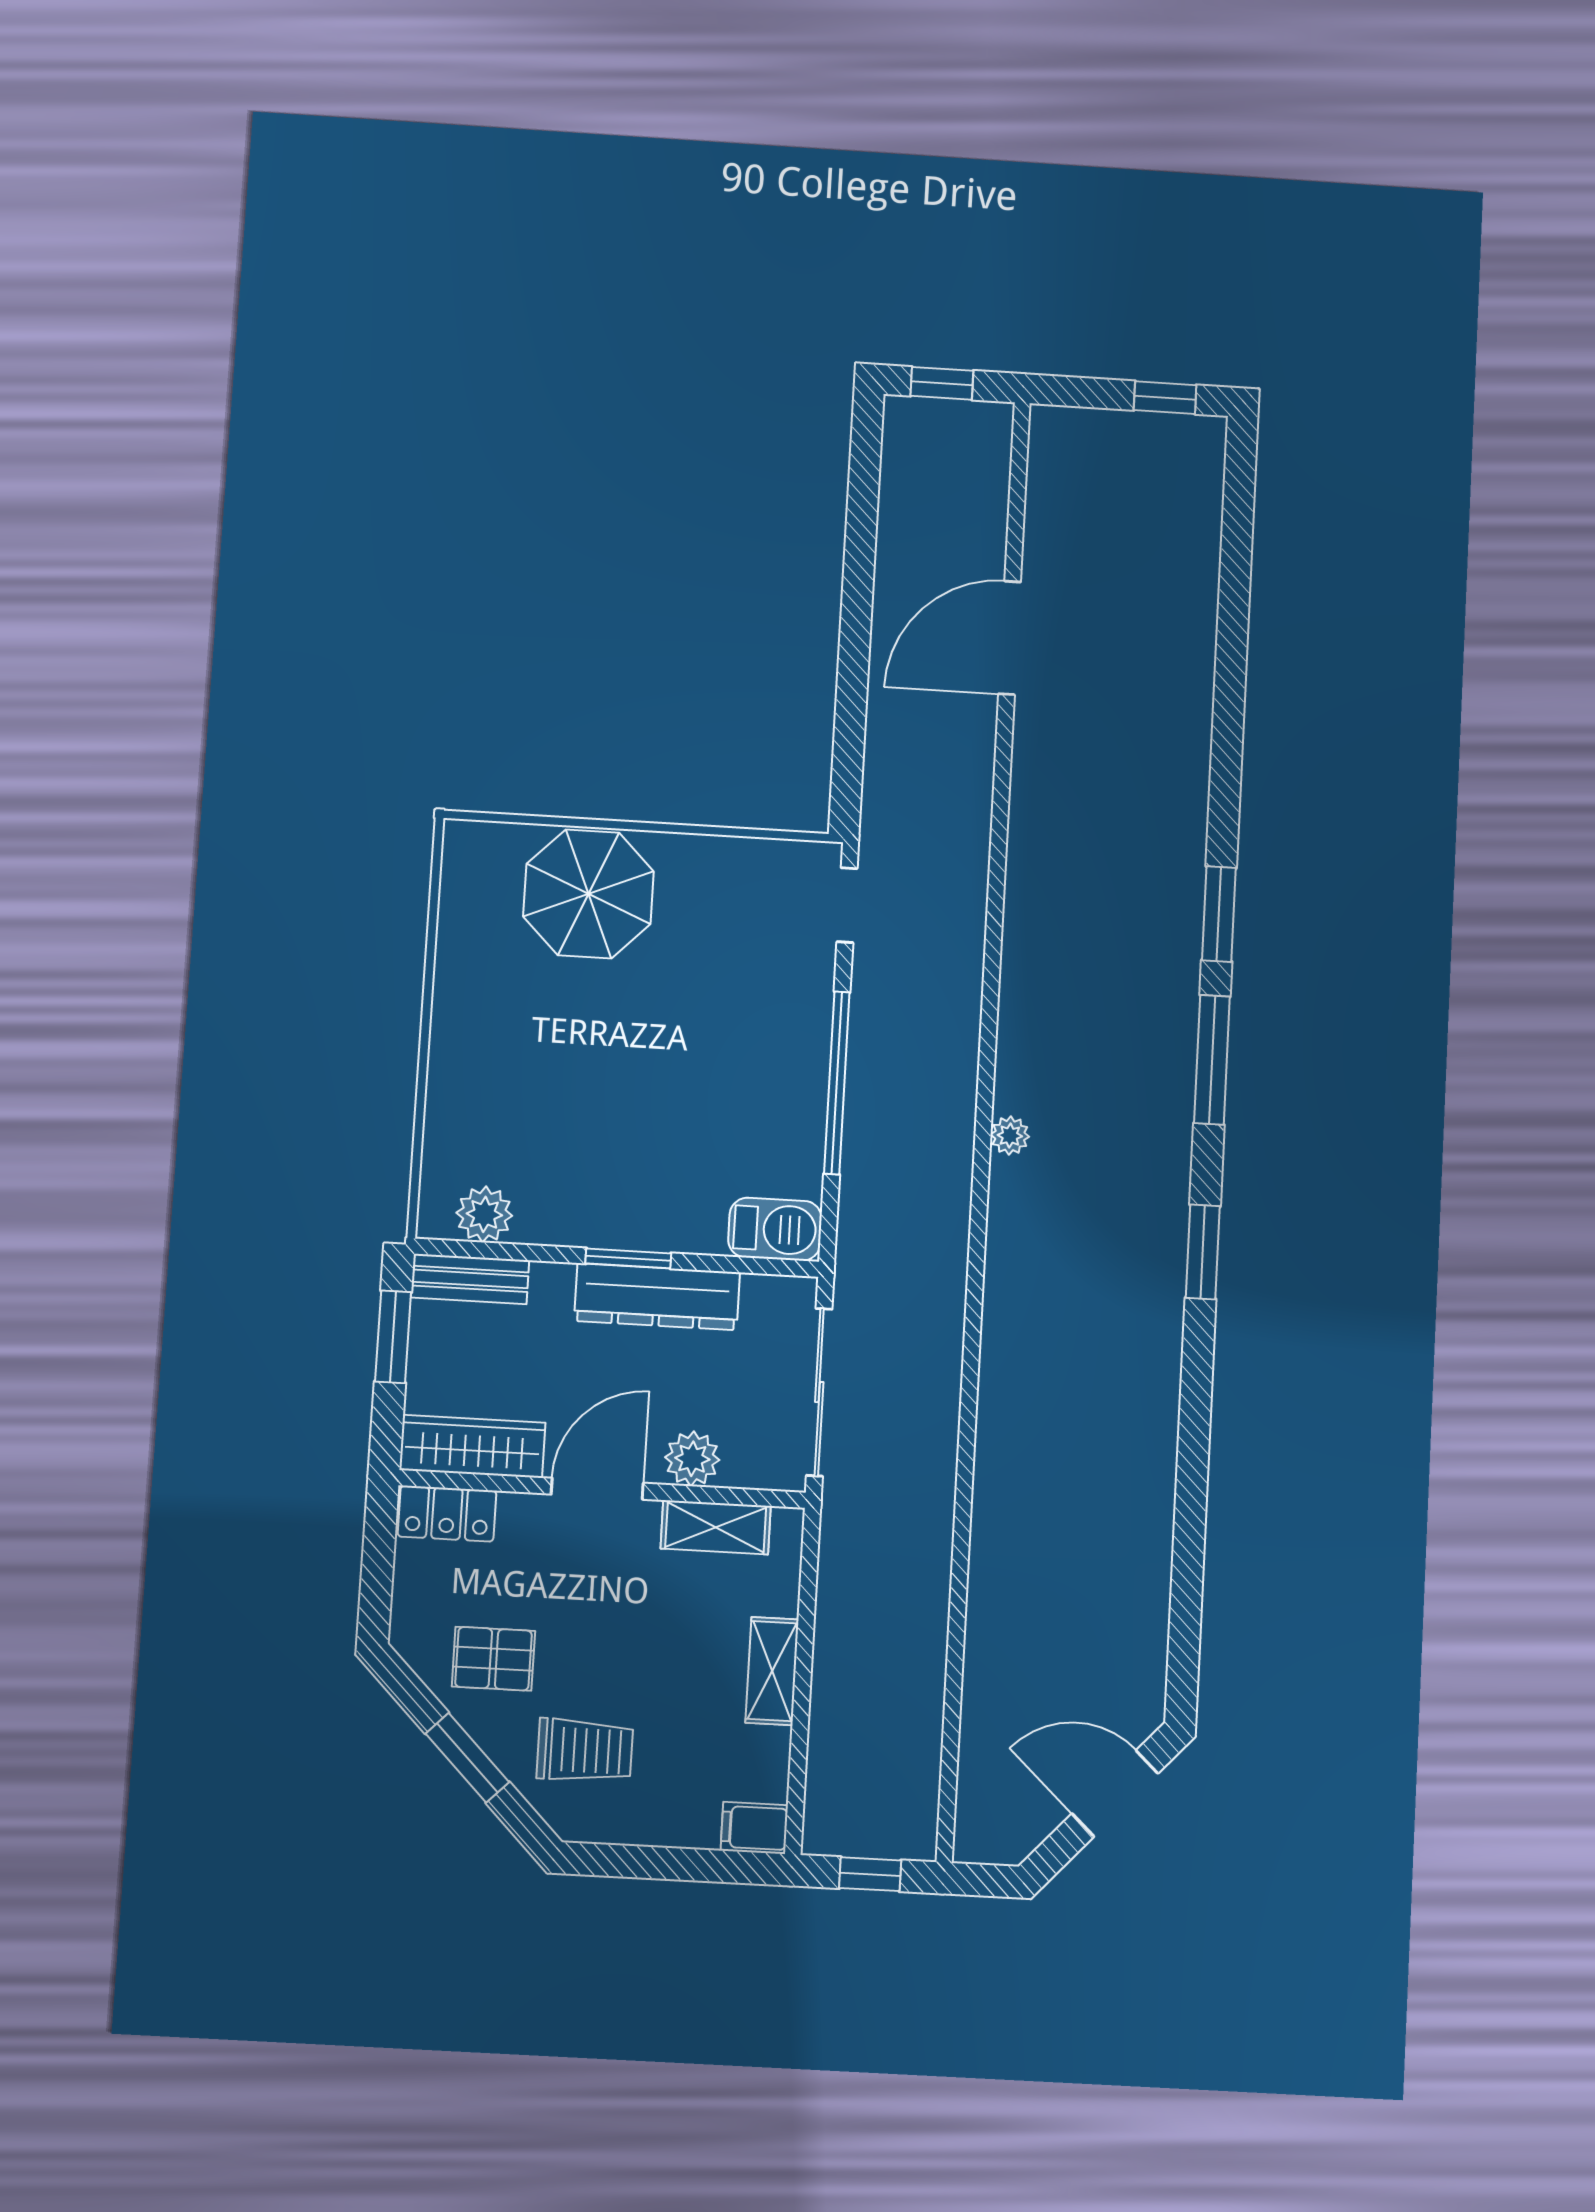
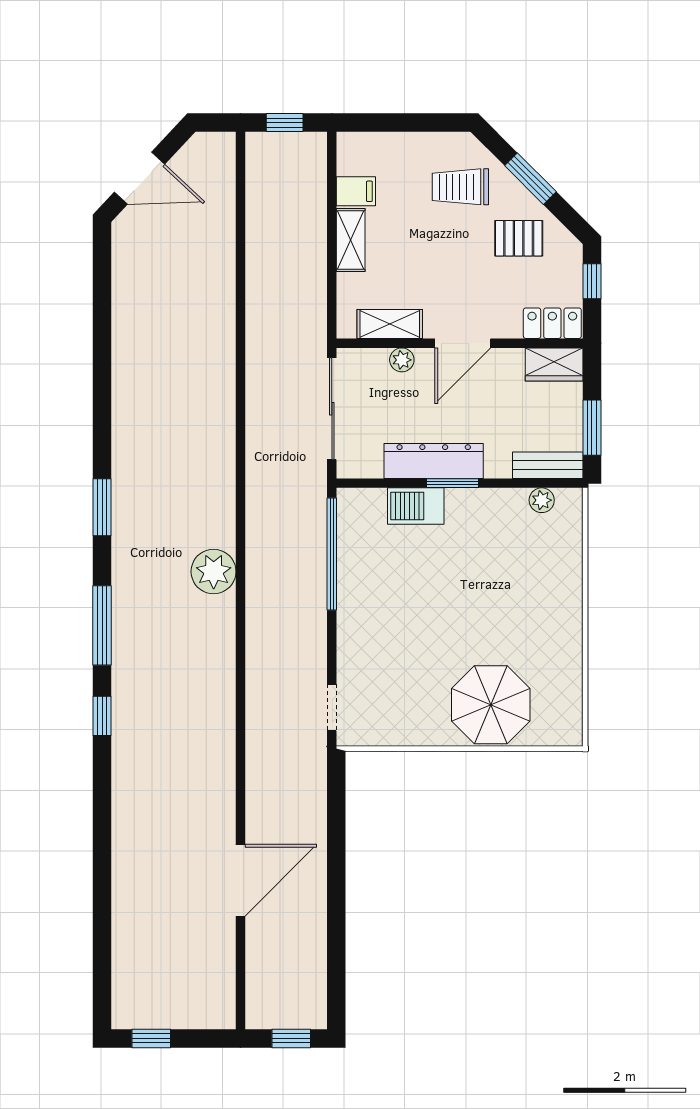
window: (1219, 914) -> (102, 716), width x0.67
window: (837, 1083) -> (332, 554), moved
plant: (1010, 1136) -> (214, 572), width x1.88, depth x1.88
plant: (484, 1214) -> (542, 500), width x0.73, depth x0.73
barbecue: (775, 1229) -> (416, 506), moved
wardrobe: (472, 1446) -> (554, 364), width x0.67
plant: (692, 1459) -> (402, 360), width x0.73, depth x0.73
window: (377, 1580) -> (592, 281), added
filing cabinet: (754, 1828) -> (356, 191), moved

